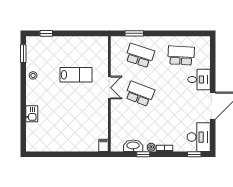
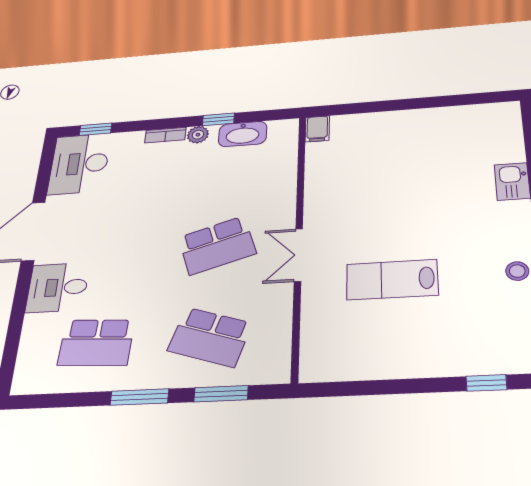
window: (163, 33) -> (139, 397), added
school desk: (140, 94) -> (217, 245), turned -39

